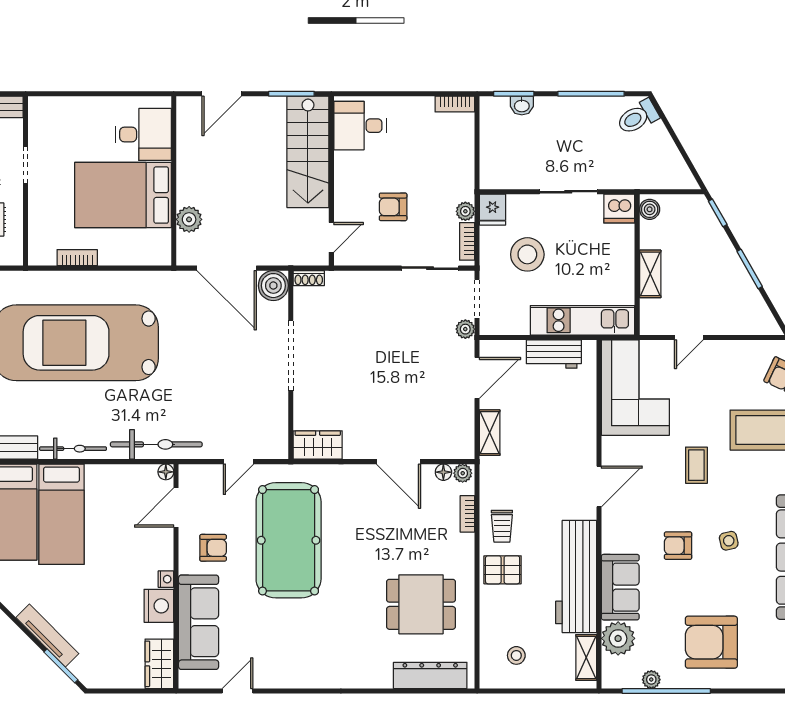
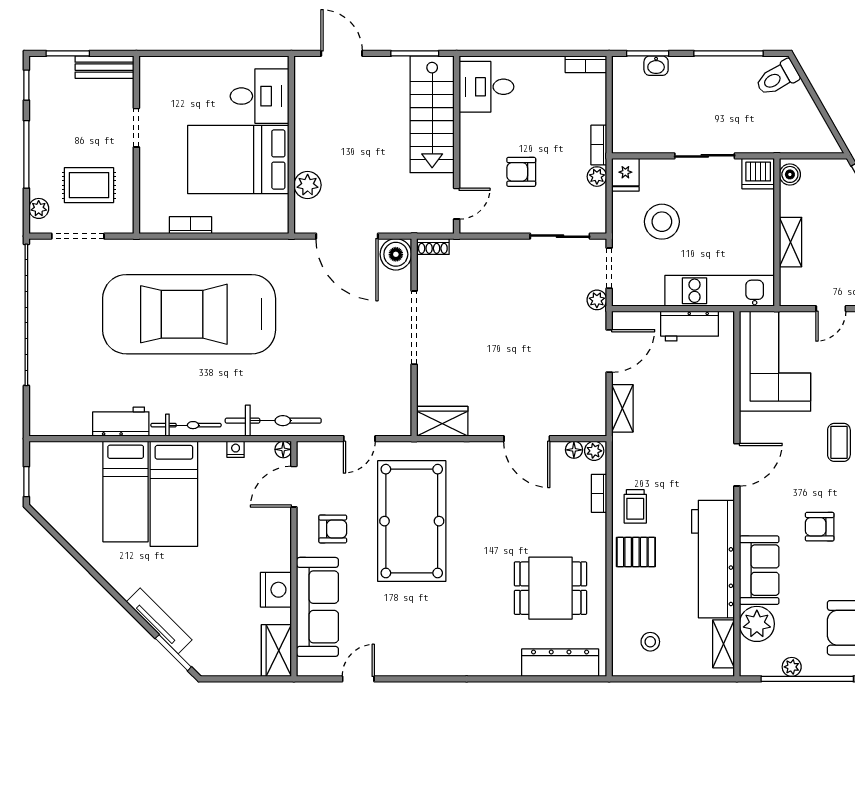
door: (222, 94) -> (342, 53), swing flipped
bookcase: (467, 241) -> (599, 145), moved
nightstand: (166, 579) -> (236, 449), moved, turned -90

